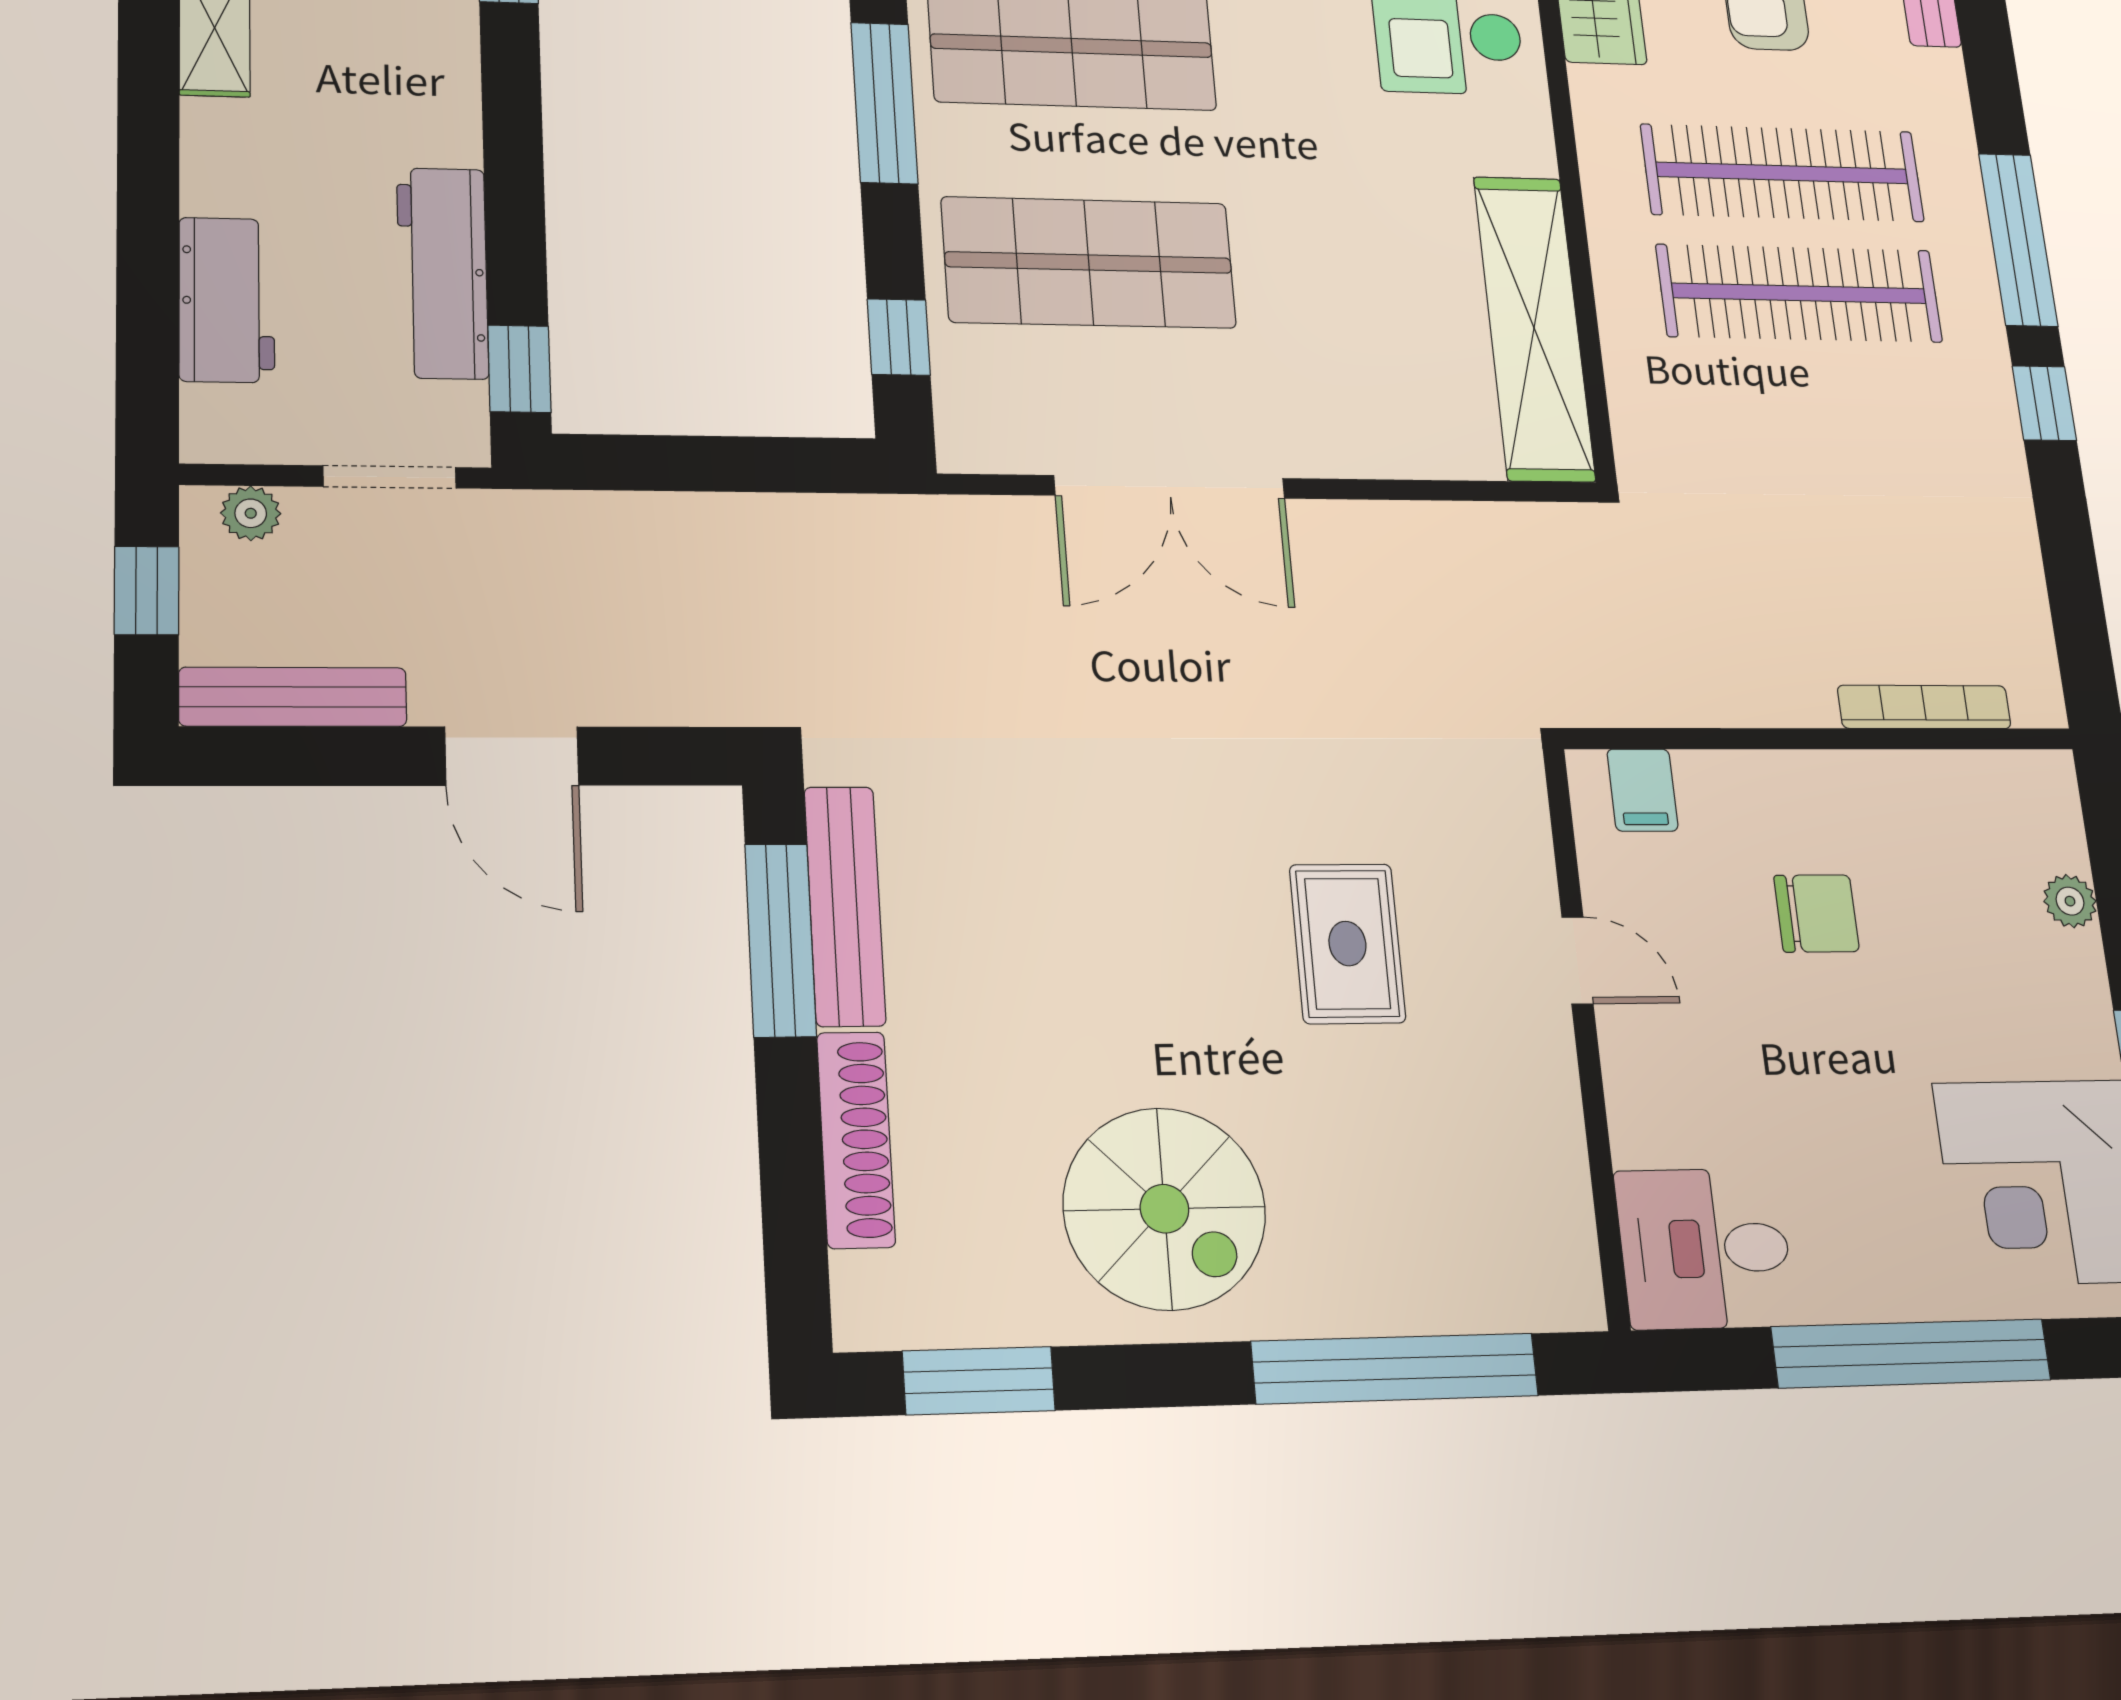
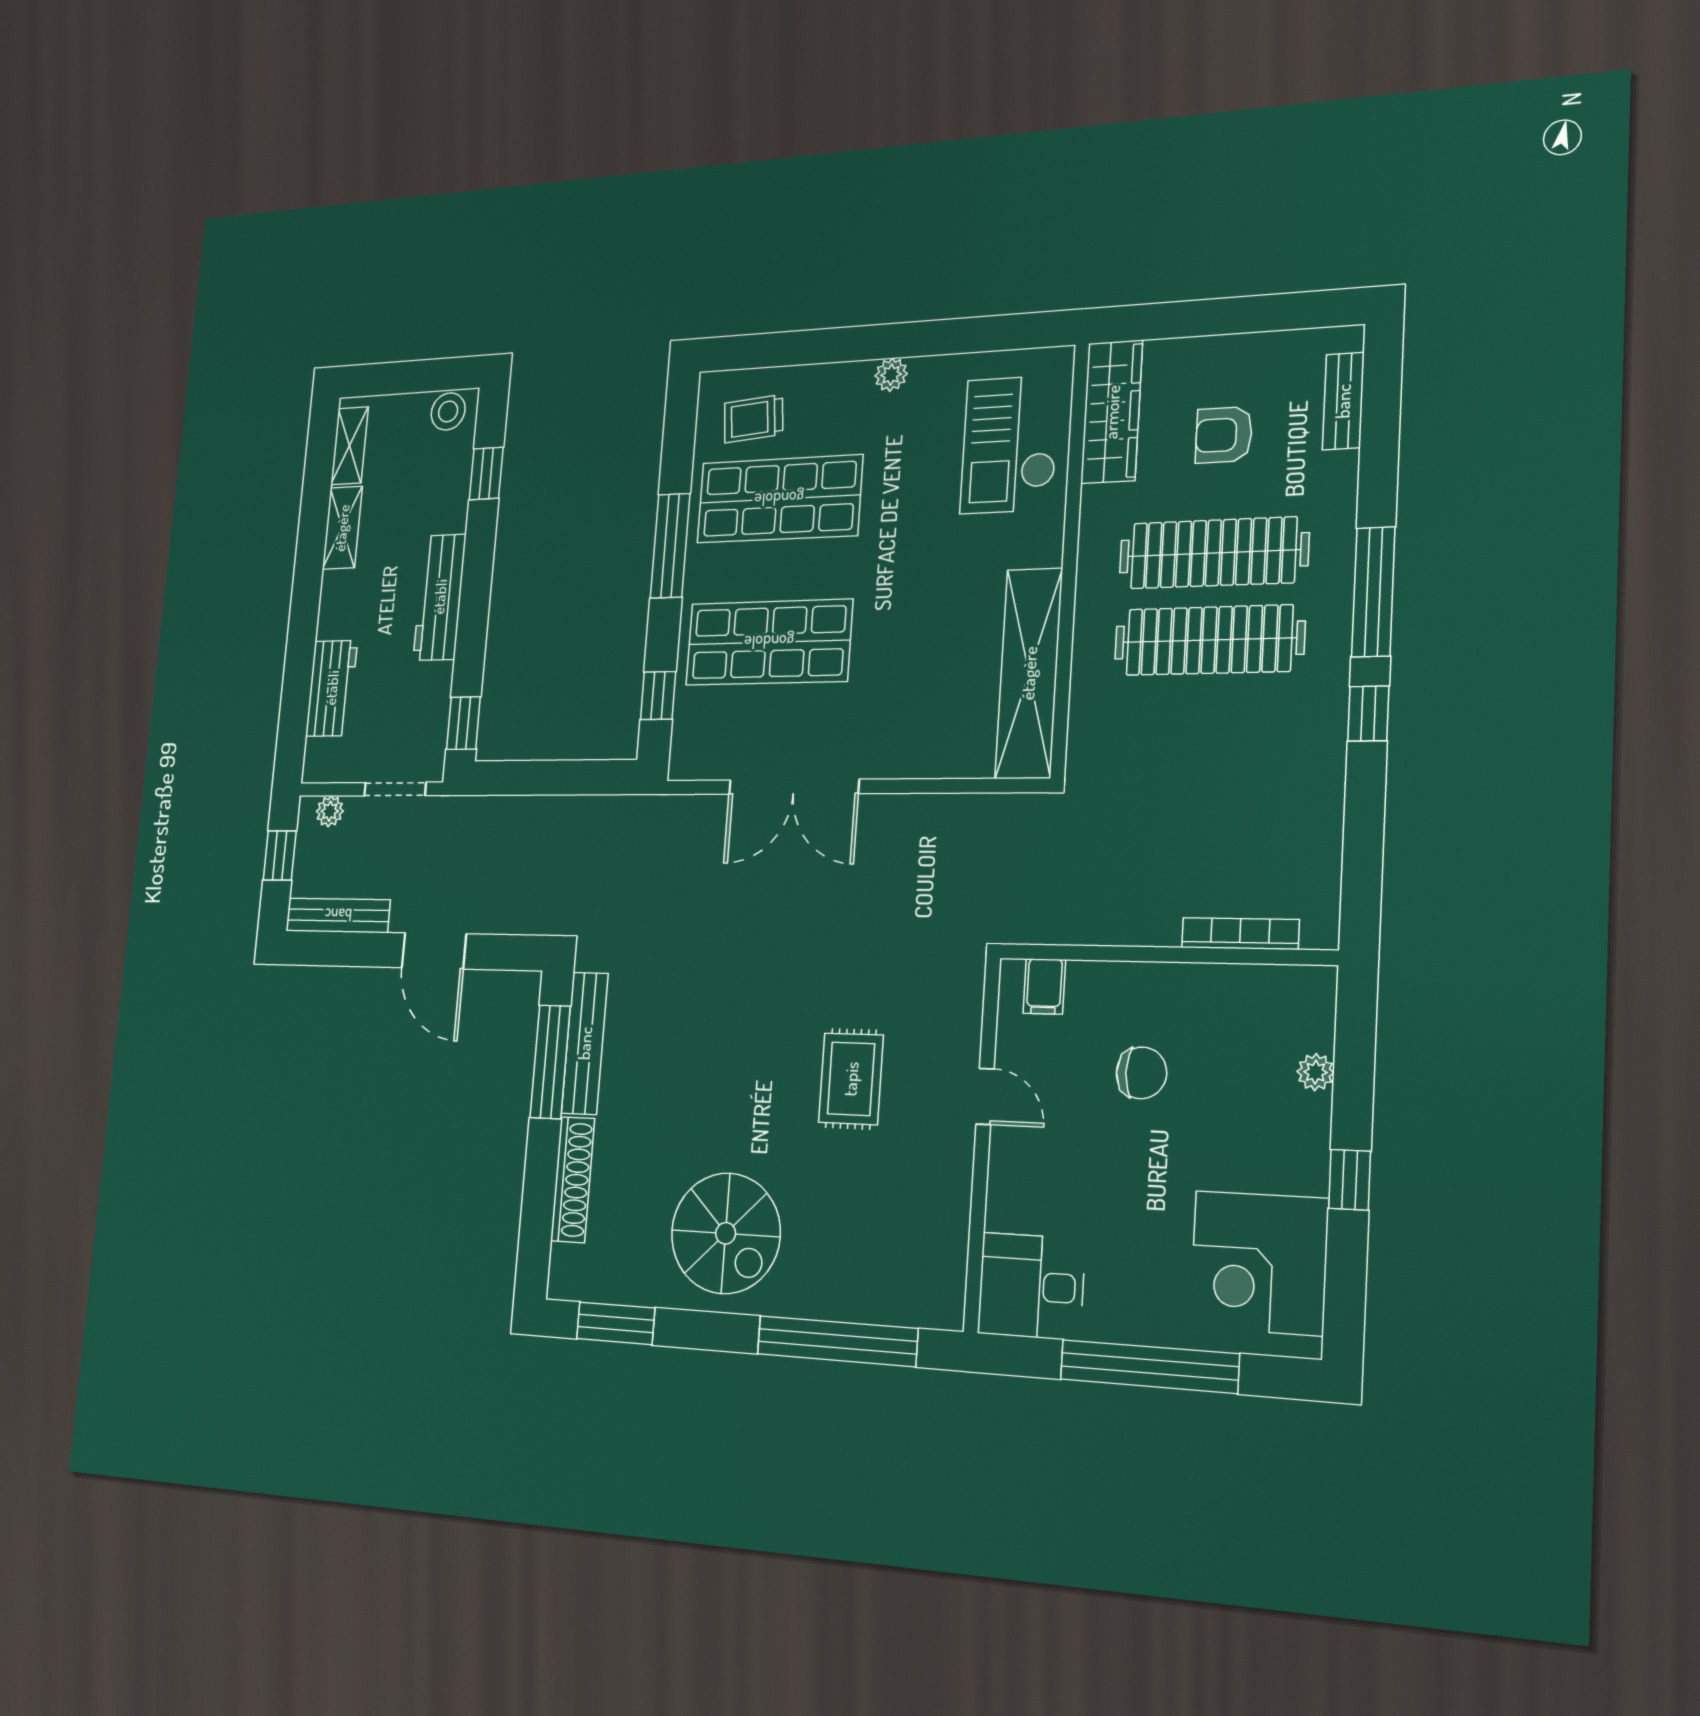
workbench: (443, 273) -> (440, 597), moved

